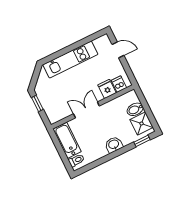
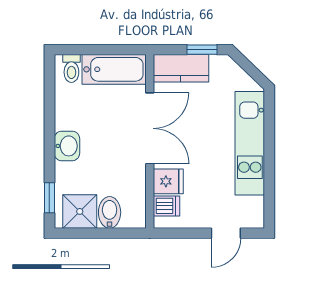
kitchen counter: (51, 109) -> (181, 68), added
double door: (86, 110) -> (150, 128), width x1.37

